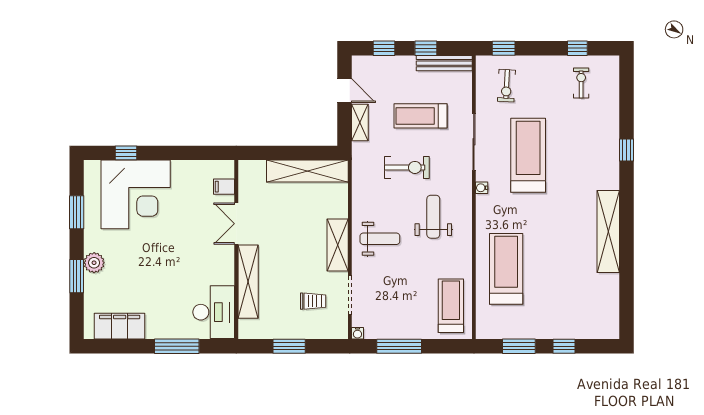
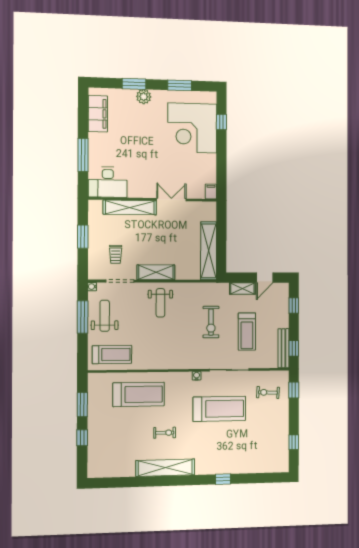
window: (426, 48) -> (294, 348), moved
exercise bike: (581, 83) -> (165, 433), moved
treadmill: (420, 116) -> (247, 332), turned 180
filing cabinet: (224, 187) -> (211, 191), moved
weight bench: (433, 217) -> (105, 316), moved, turned -90

